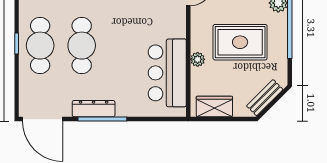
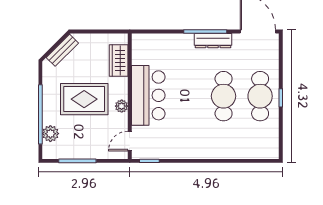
plant: (198, 59) -> (122, 106), moved
bar counter: (167, 73) -> (148, 95), moved
wardrobe: (214, 106) -> (119, 60), moved, turned 90

